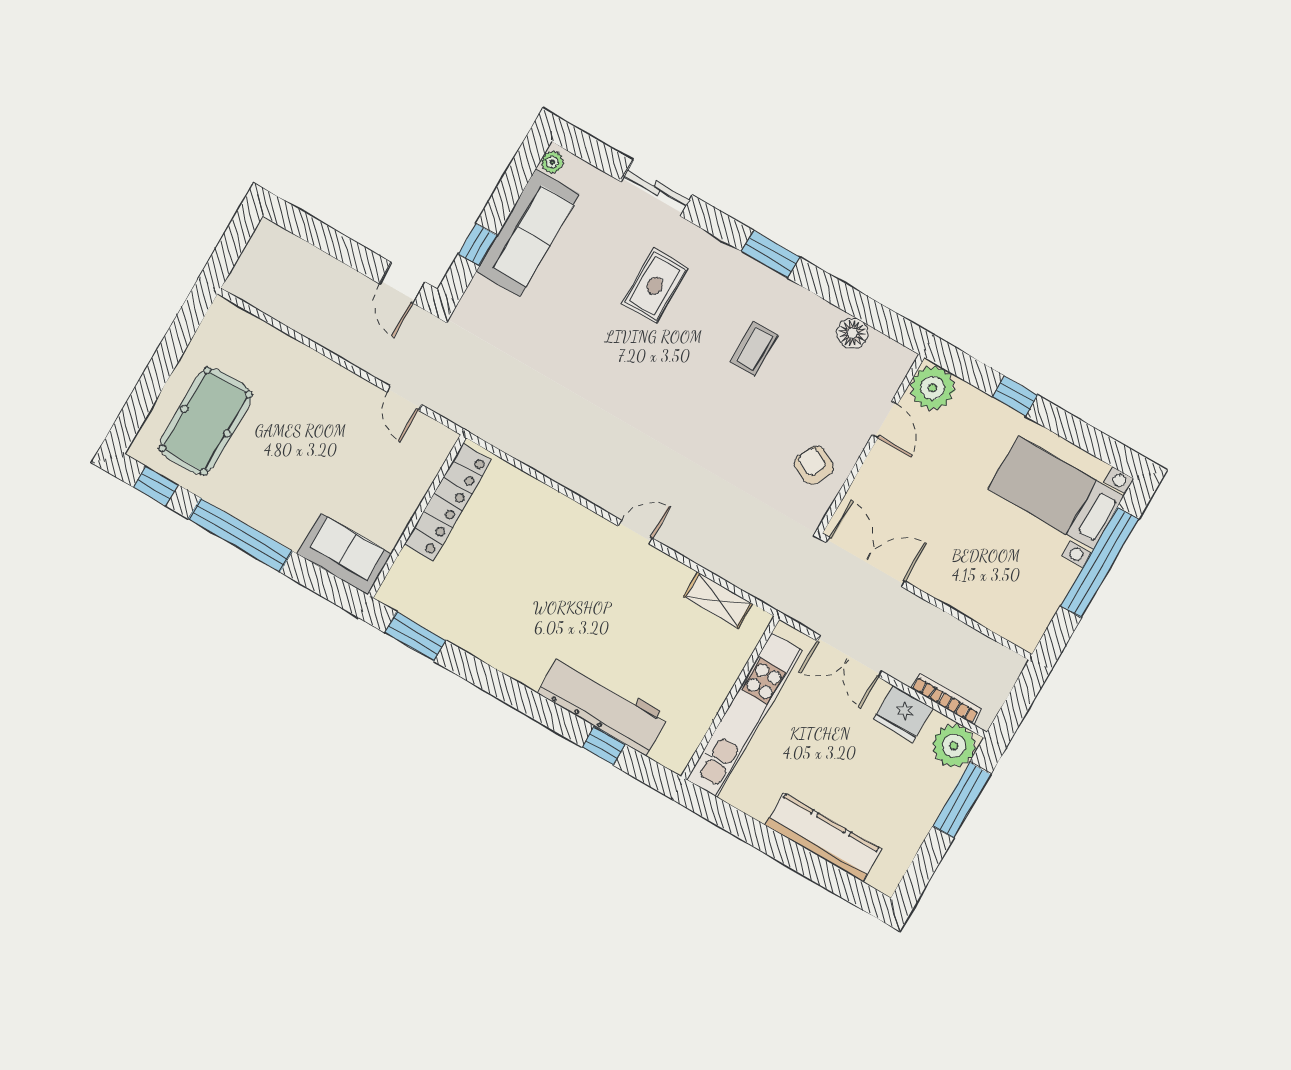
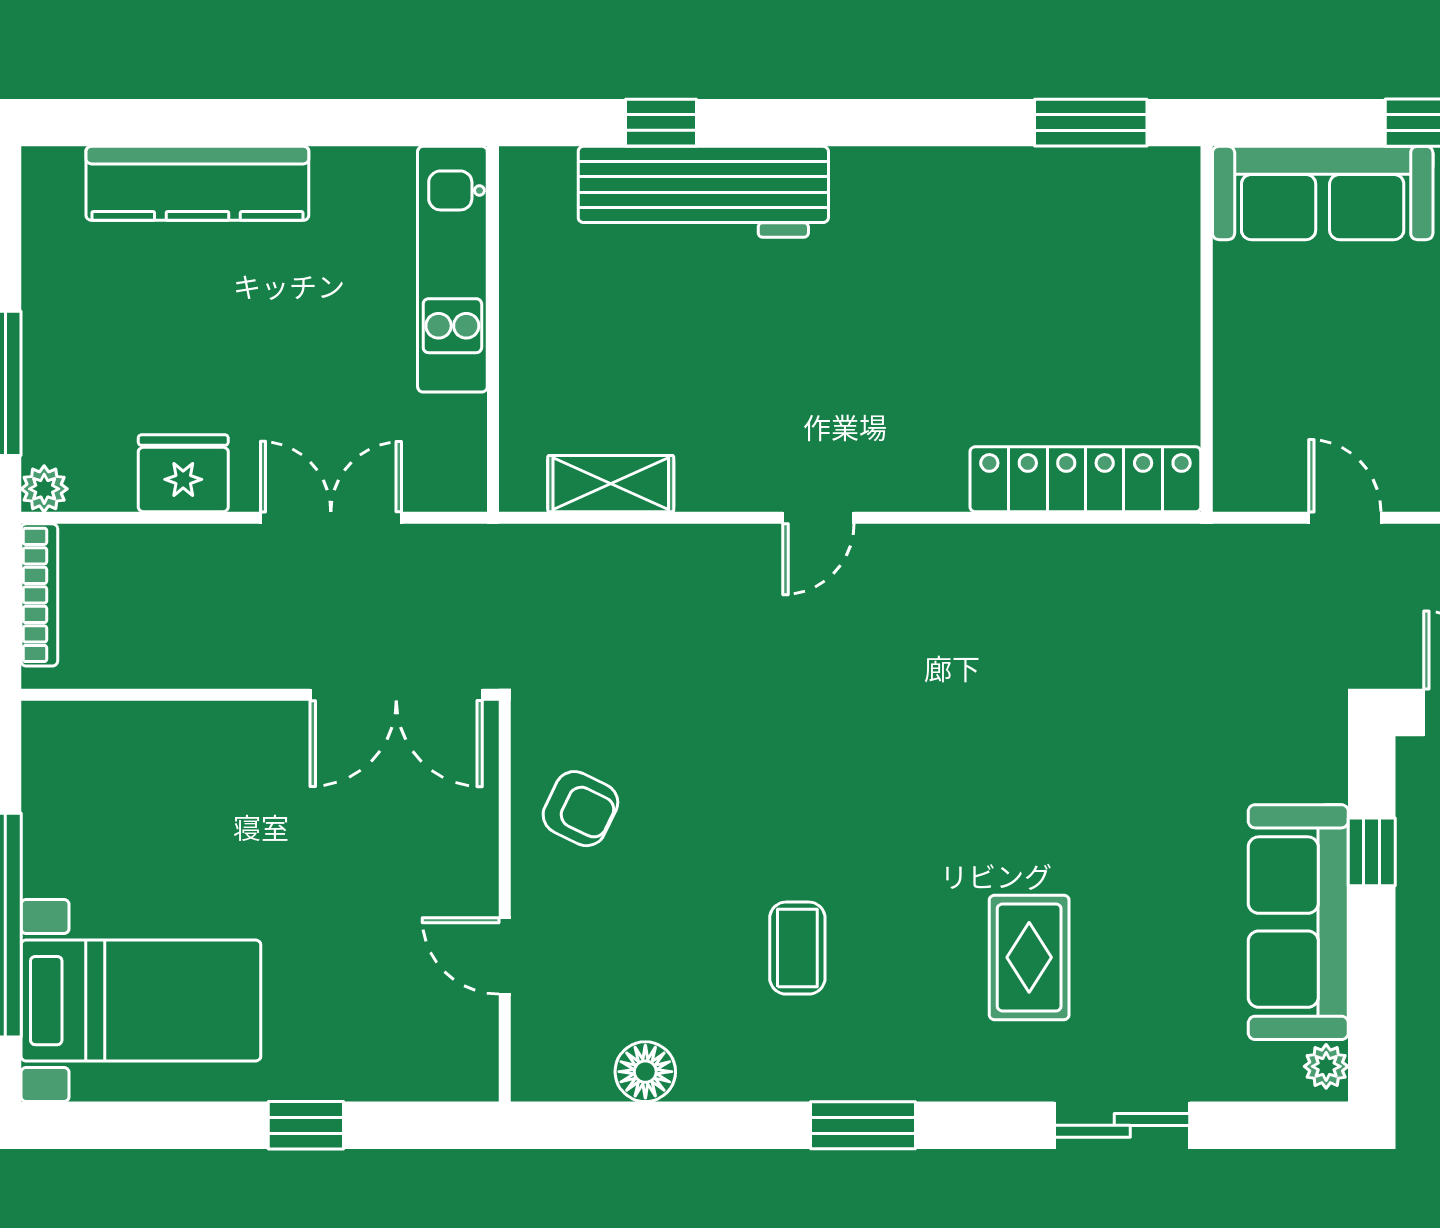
plant: (933, 388) -> (455, 1057), removed
locker: (448, 502) -> (1085, 479), moved, turned 90
sofa: (344, 554) -> (1323, 193), width x1.36
bookcase: (946, 698) -> (39, 595), moved, turned -90
kitchen unit: (744, 715) -> (452, 269), width x0.73
plant: (954, 746) -> (44, 489), width x0.53, depth x0.53

